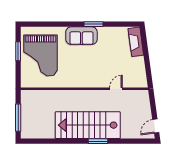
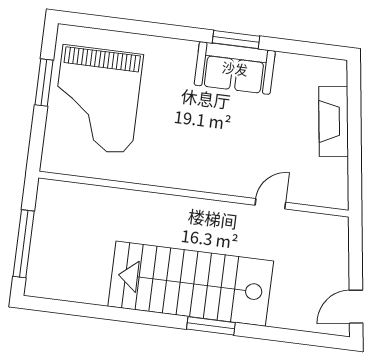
sofa: (81, 36) -> (235, 68), moved
fireplace: (136, 42) -> (334, 121), moved

